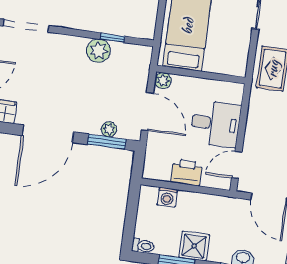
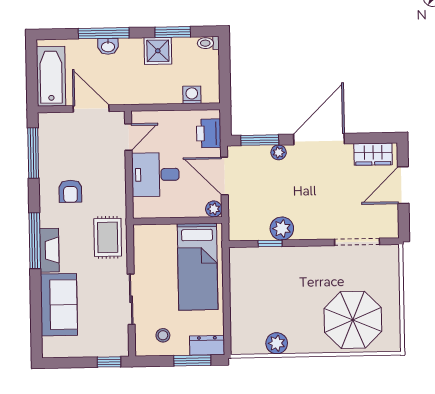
plant: (109, 129) -> (279, 152), moved
printer: (187, 172) -> (209, 133), moved, turned 90

